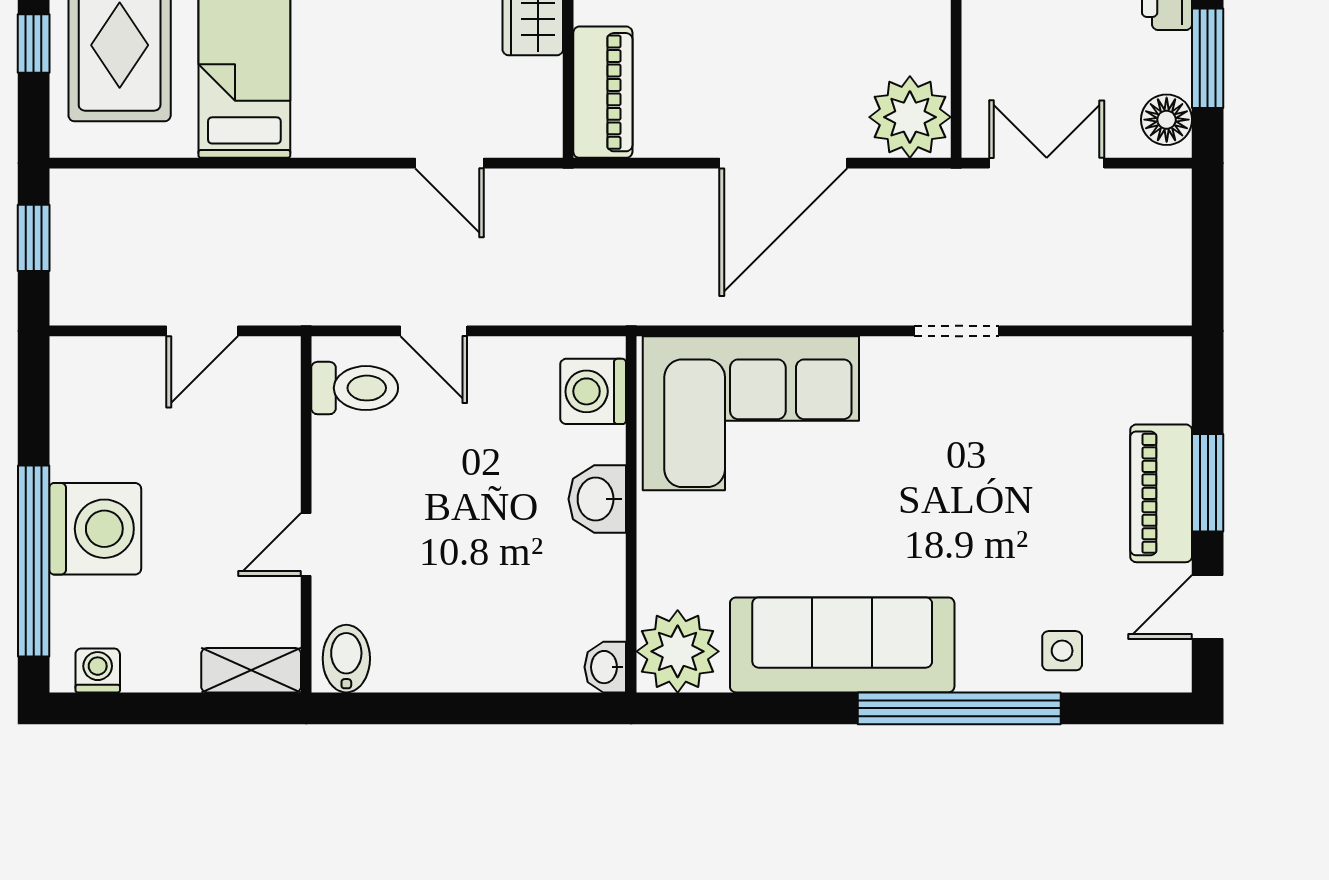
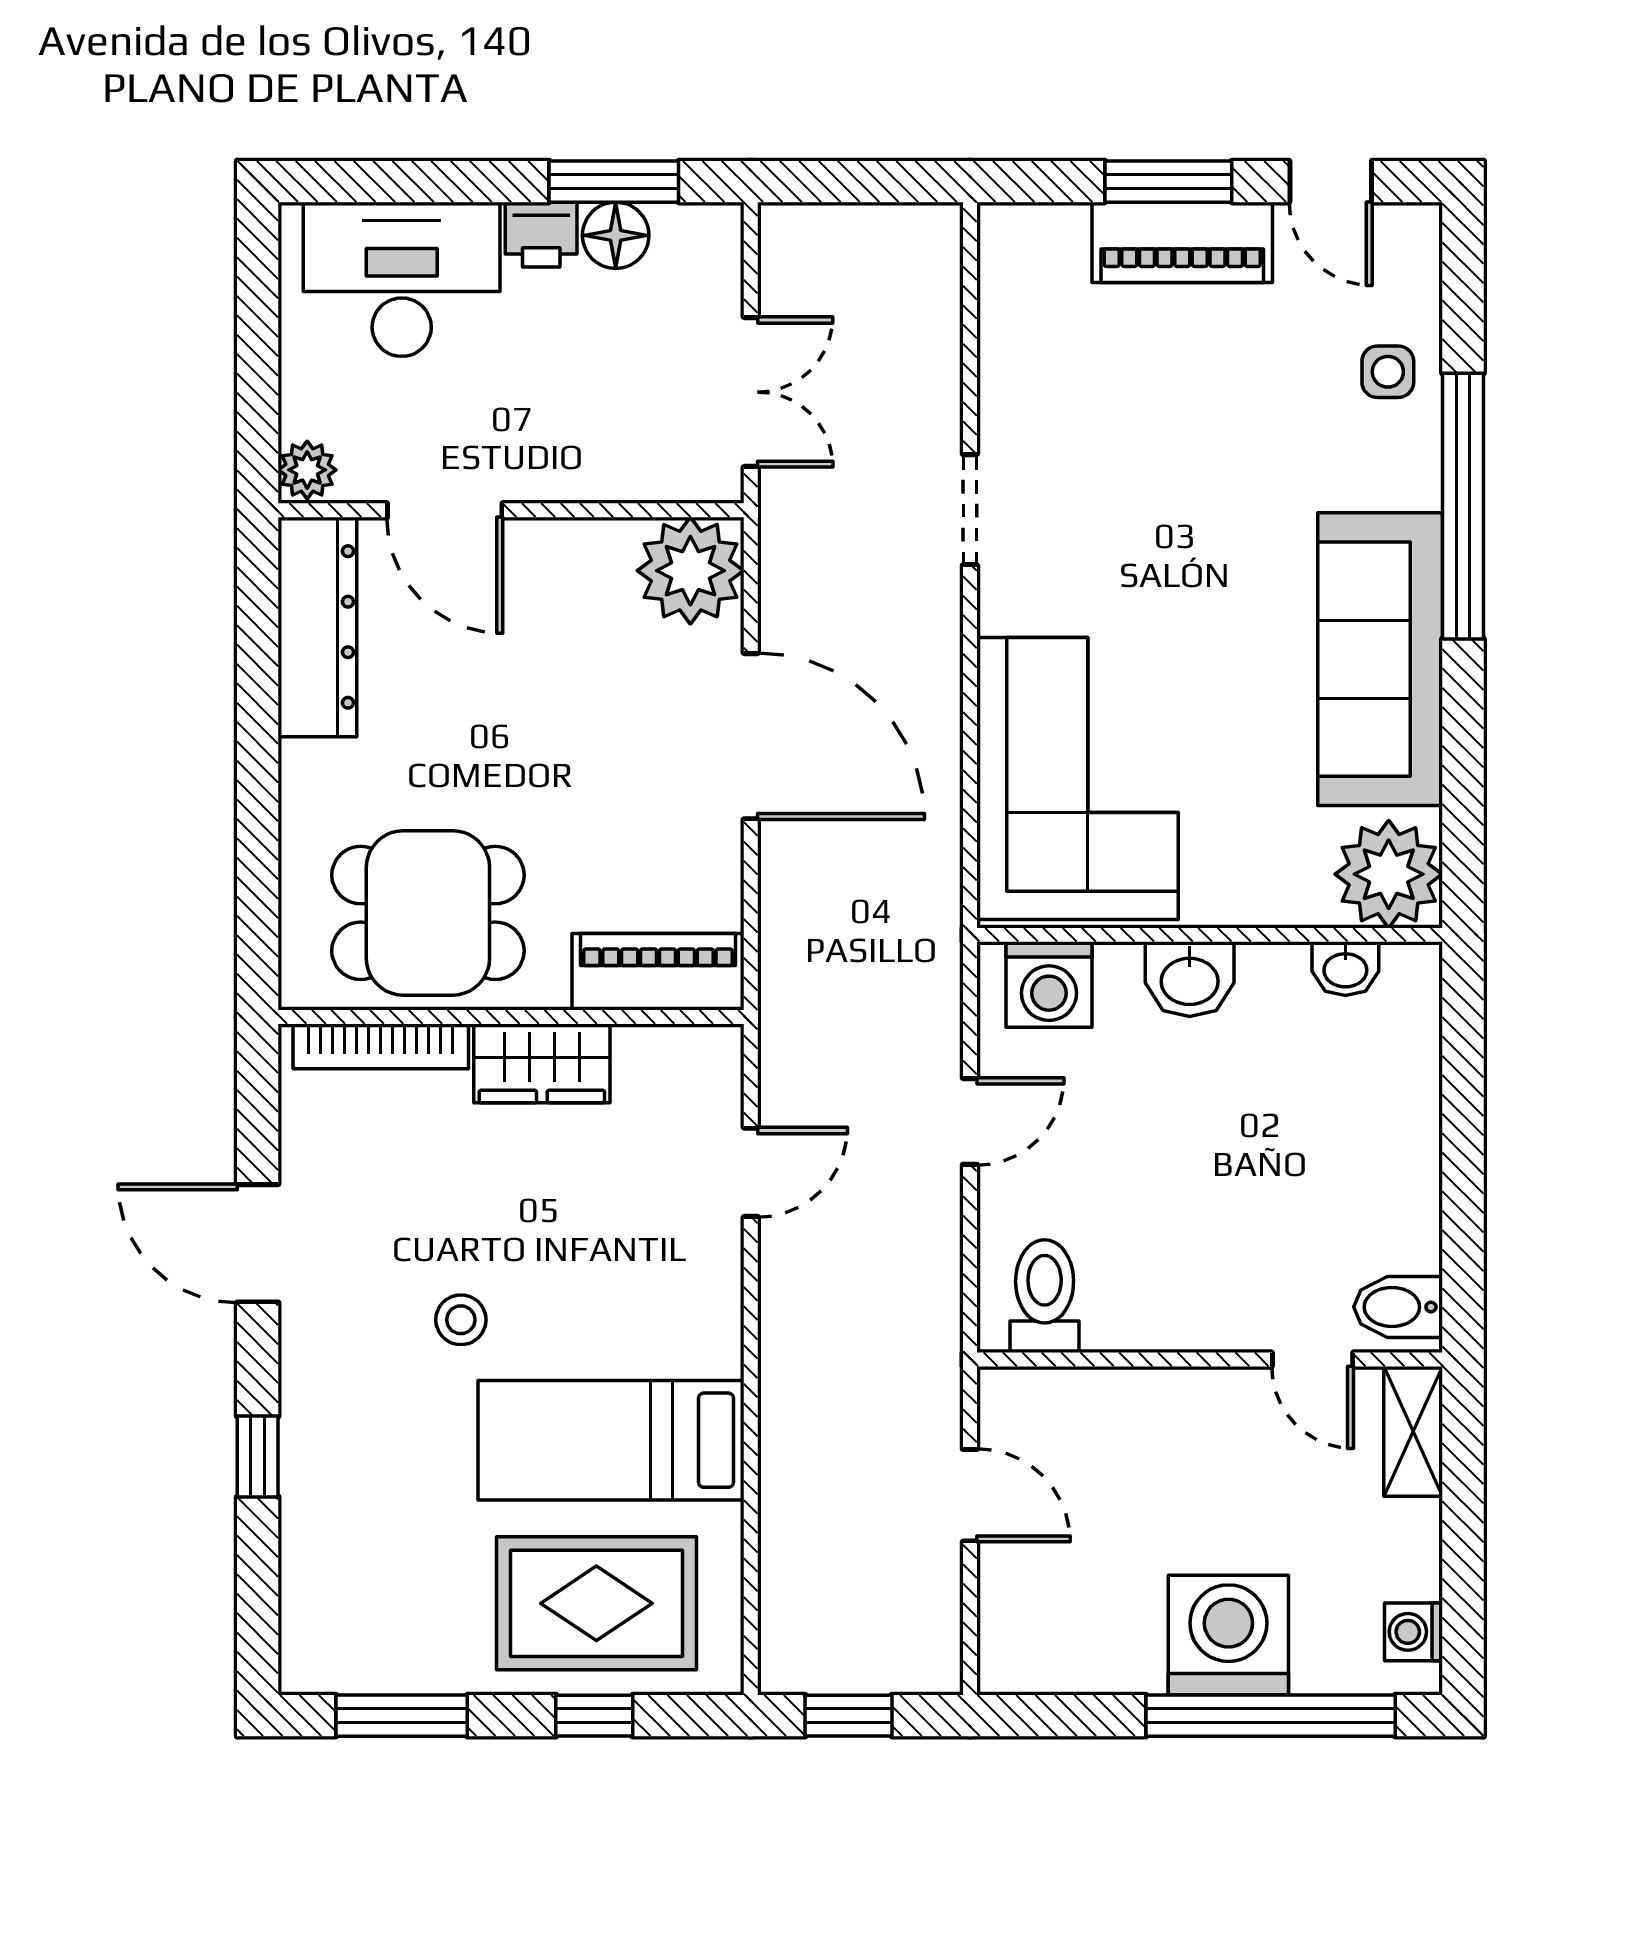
floor lamp: (1167, 120) -> (616, 235), moved
double door: (1047, 163) -> (751, 392), swing flipped
door: (434, 331) -> (970, 1121), moved
door: (306, 544) -> (1313, 1359), moved
washbasin: (605, 667) -> (1345, 969), moved

